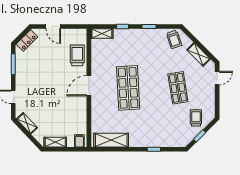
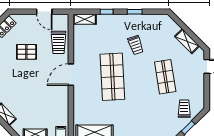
door: (53, 26) -> (44, 12), moved
trolley: (174, 39) -> (136, 45), moved
trolley: (77, 55) -> (59, 42), turned 180
pallet: (47, 64) -> (26, 52), added

